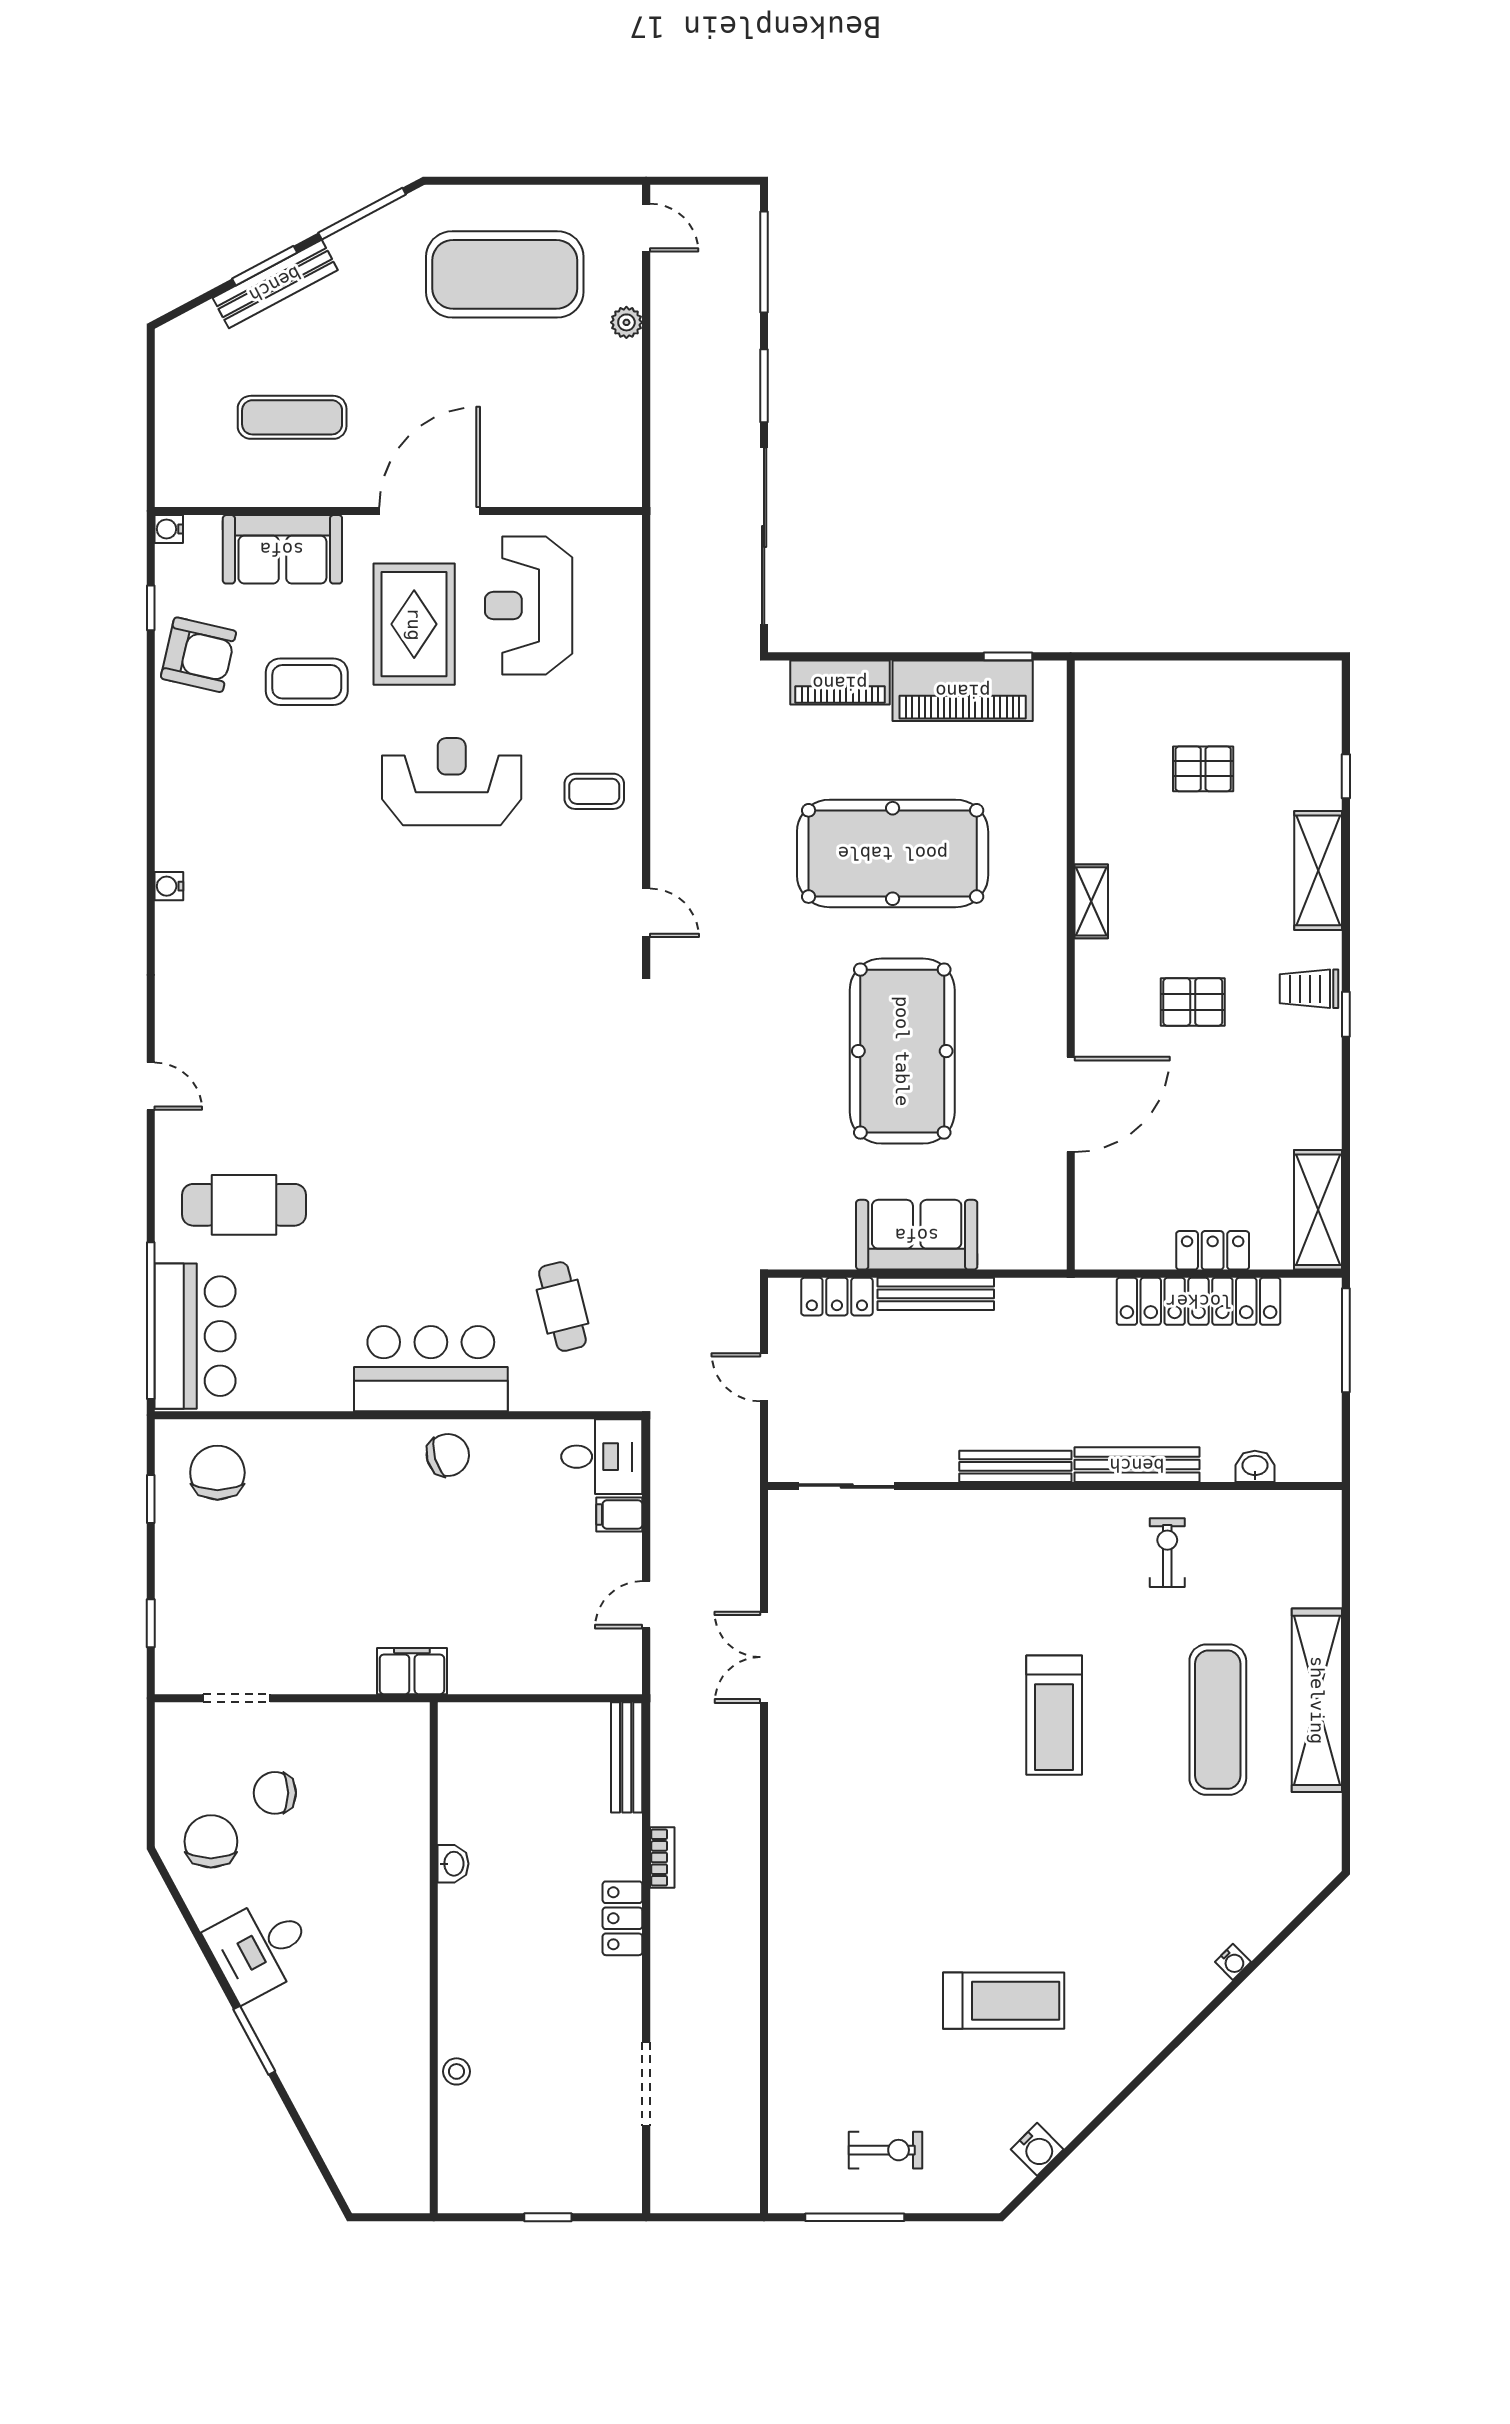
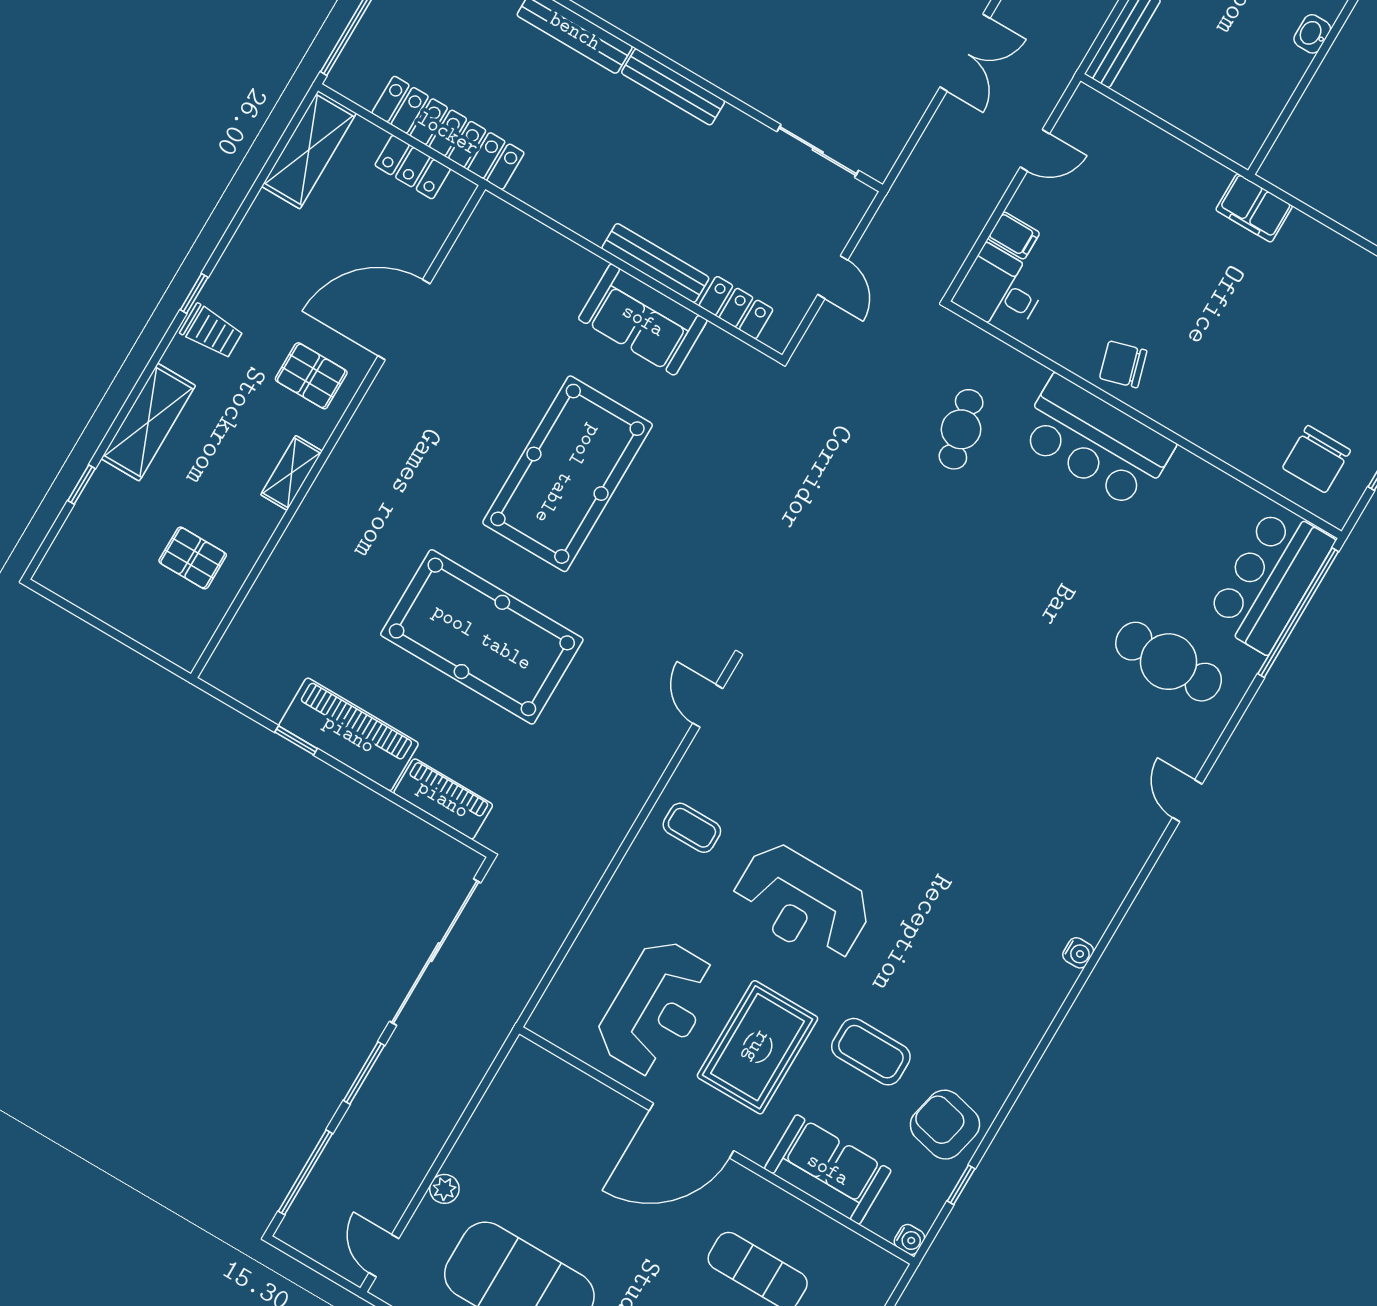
shelving: (1091, 901) -> (291, 473), moved
wall: (1071, 965) -> (338, 432), moved
door: (1071, 1104) -> (404, 320), moved

